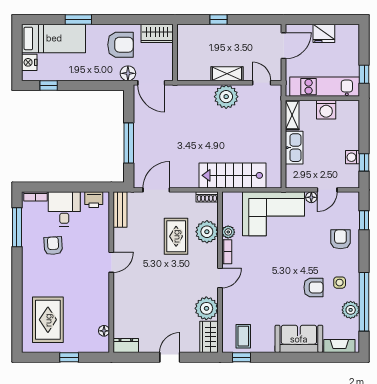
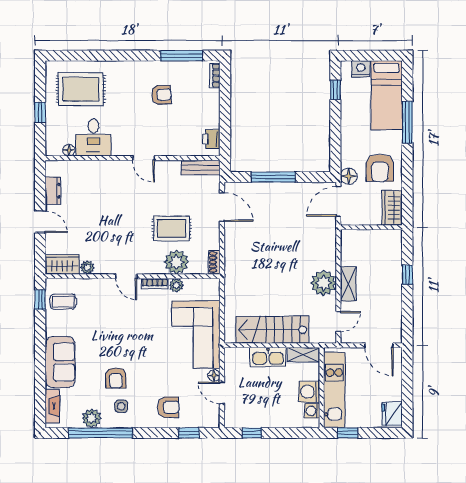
window: (78, 19) -> (407, 122), width x1.44
fridge: (324, 33) -> (392, 414), moved
washing machine: (353, 157) -> (312, 411), moved, turned -90
stairs: (233, 175) -> (272, 330), moved, turned -90
desk: (64, 209) -> (93, 137), moved, turned 90
plant: (206, 308) -> (87, 268), width x0.53, depth x0.53
dresser: (126, 345) -> (53, 191), moved

